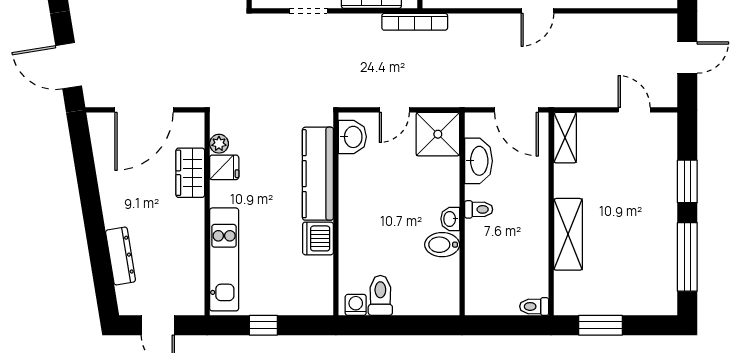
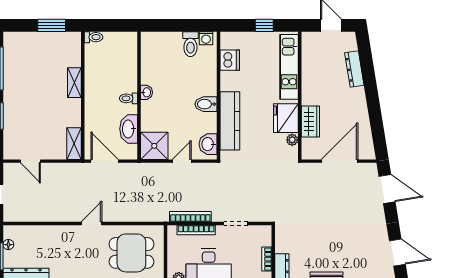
bookcase: (415, 22) -> (190, 217), moved
fridge: (224, 167) -> (286, 118), width x1.88, depth x1.34
shelving: (568, 234) -> (74, 83), width x0.67, depth x0.75
dishwasher: (318, 238) -> (230, 60), moved
bidet: (442, 245) -> (206, 104), moved, turned 180

